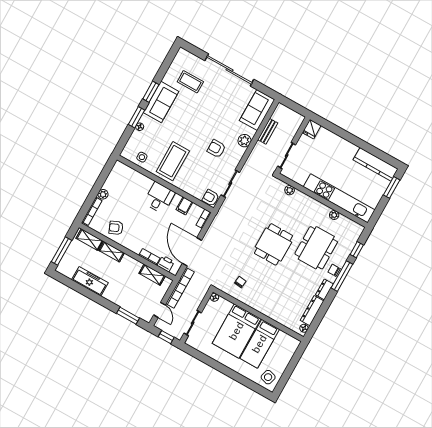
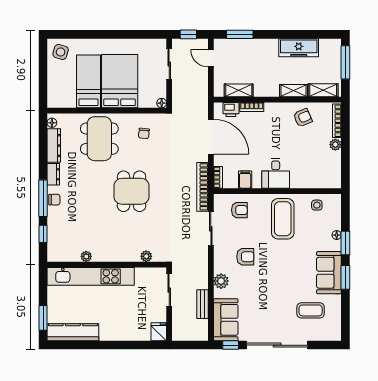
window: (264, 89) -> (231, 345), added
armchair: (211, 198) -> (239, 210), moved
dining table: (316, 248) -> (99, 139), moved
bookcase: (180, 288) -> (202, 187), moved

